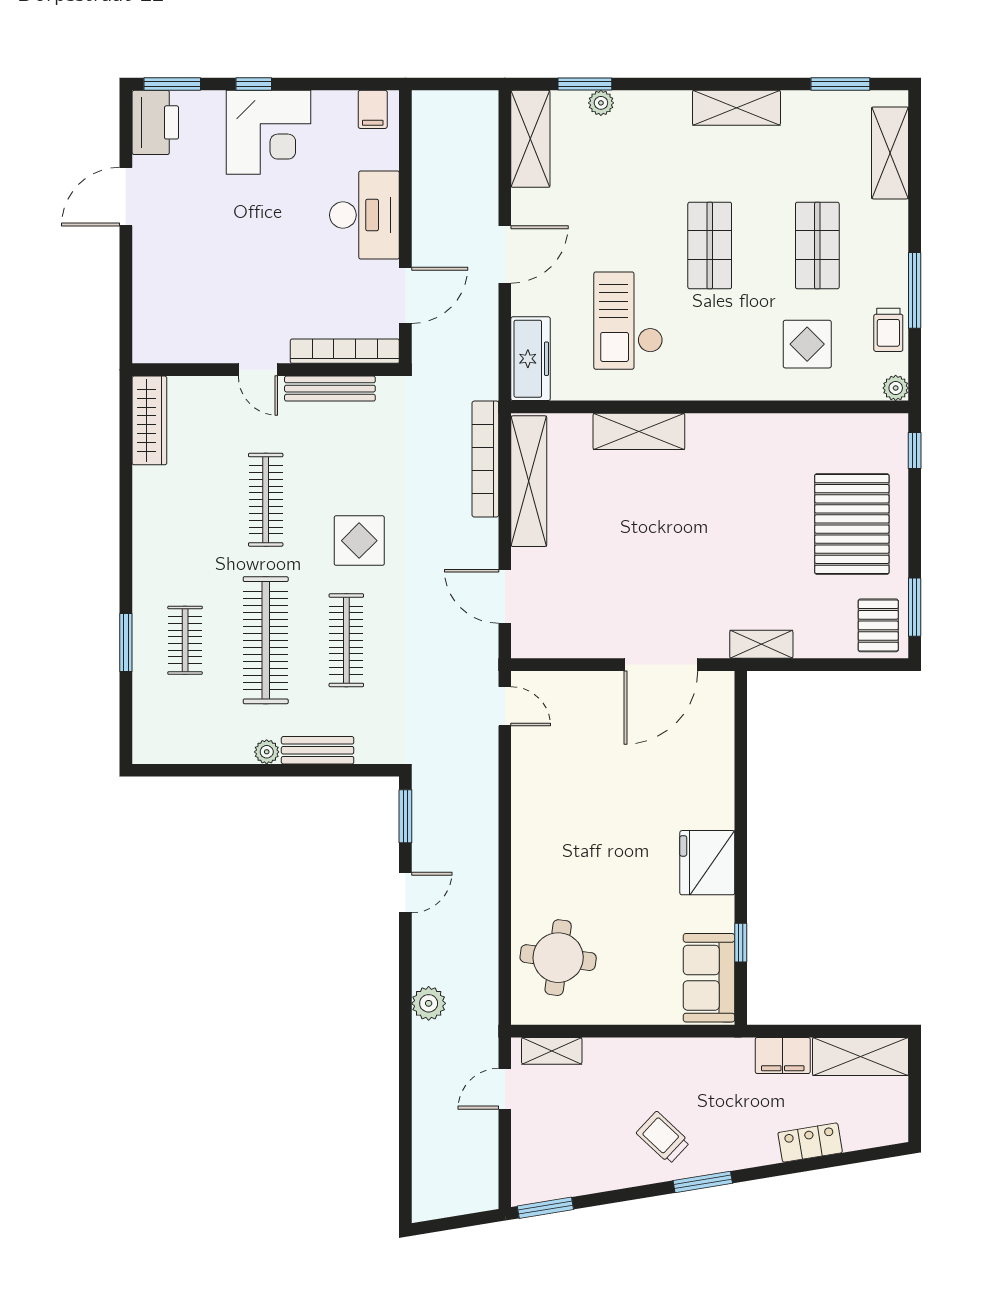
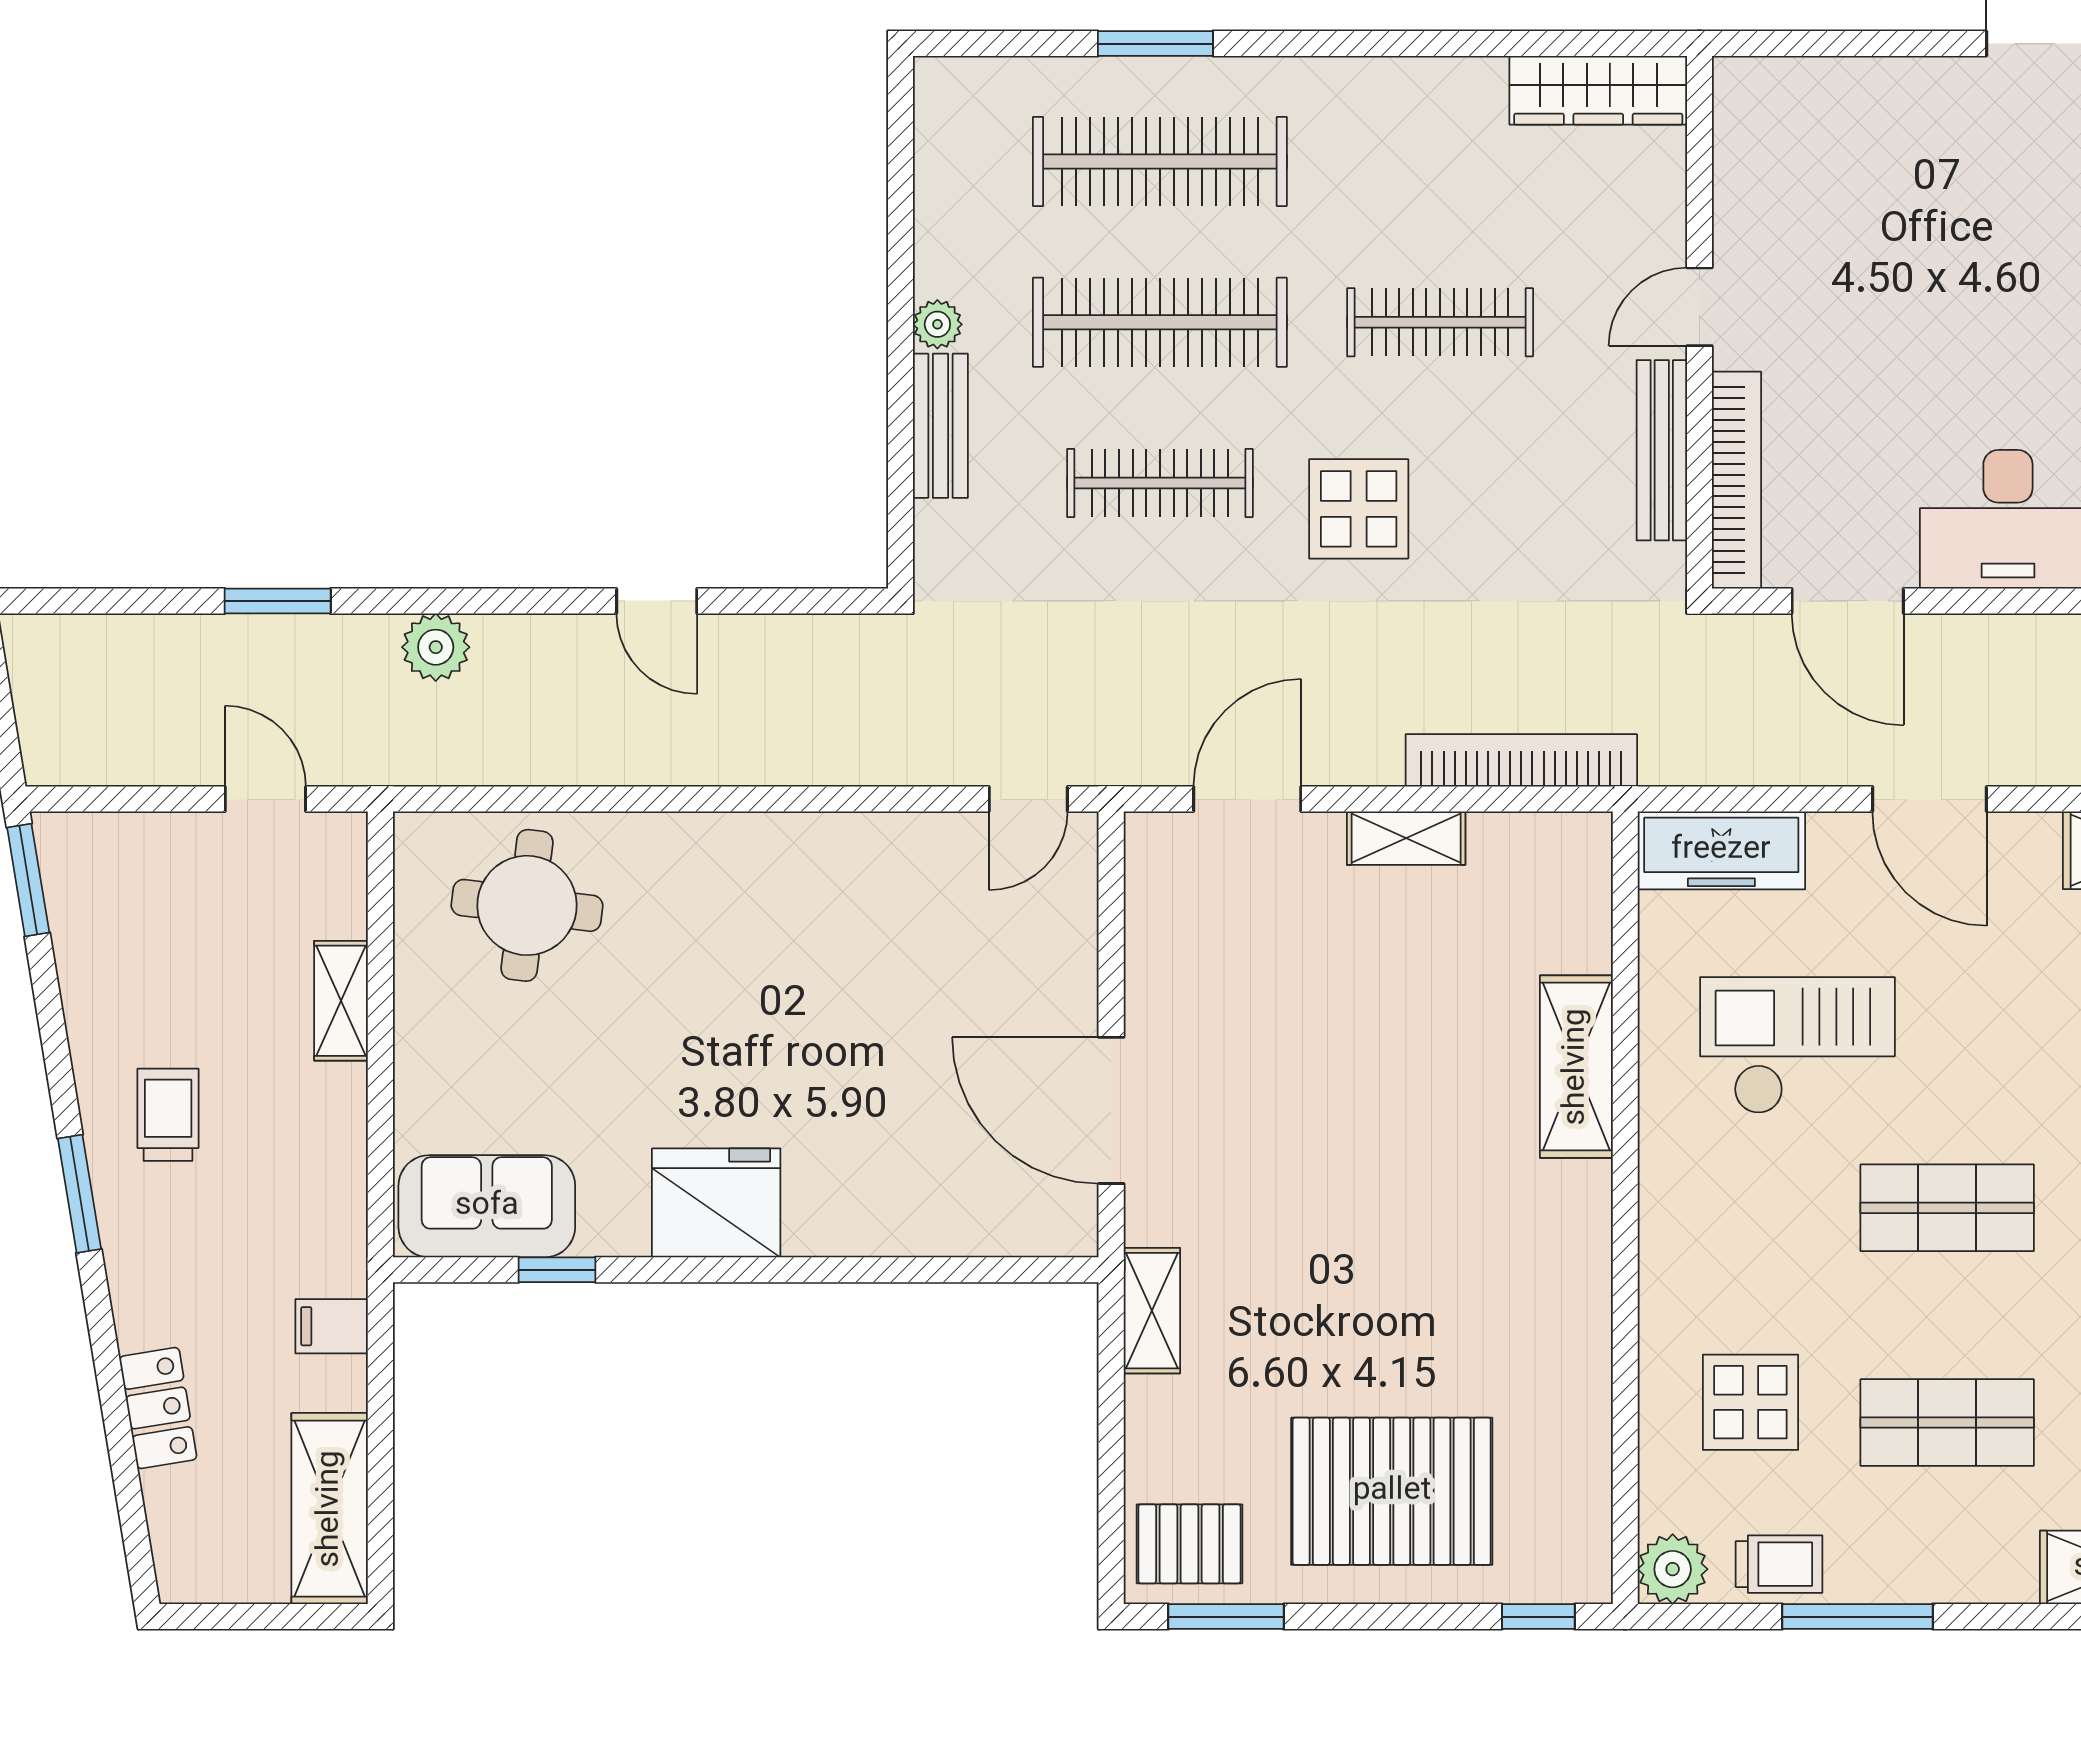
trolley: (888, 330) -> (1779, 1564), turned 180
plant: (896, 388) -> (1673, 1569), width x1.38, depth x1.38
shelving: (529, 481) -> (1406, 838), width x0.45, depth x0.75
clothes rail: (185, 640) -> (1160, 161), width x1.86, depth x1.31
window: (405, 816) -> (278, 601), moved
shelving: (552, 1051) -> (341, 1001), moved
filing cabinet: (783, 1056) -> (332, 1326), width x0.50
trolley: (663, 1138) -> (168, 1115), turned -43

